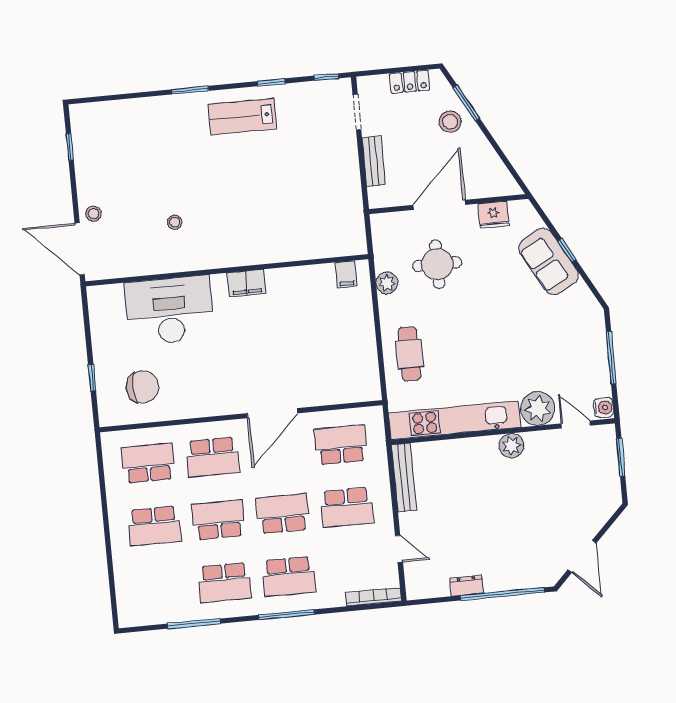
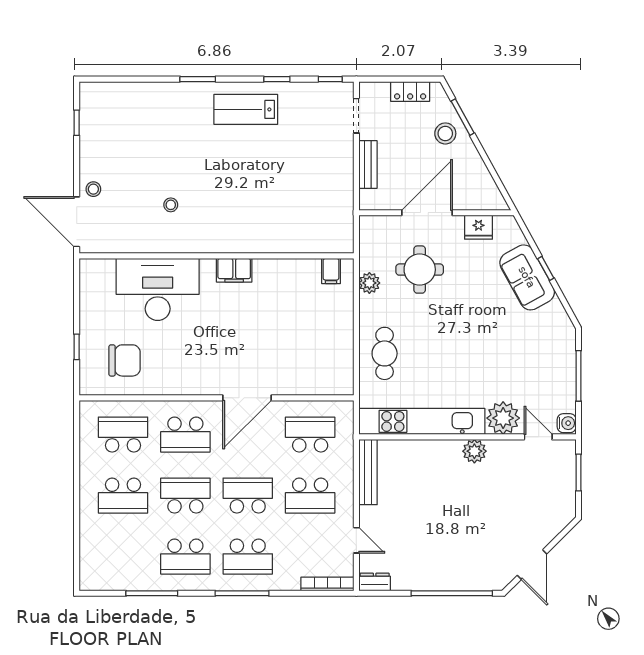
dresser: (467, 586) -> (375, 582), moved

